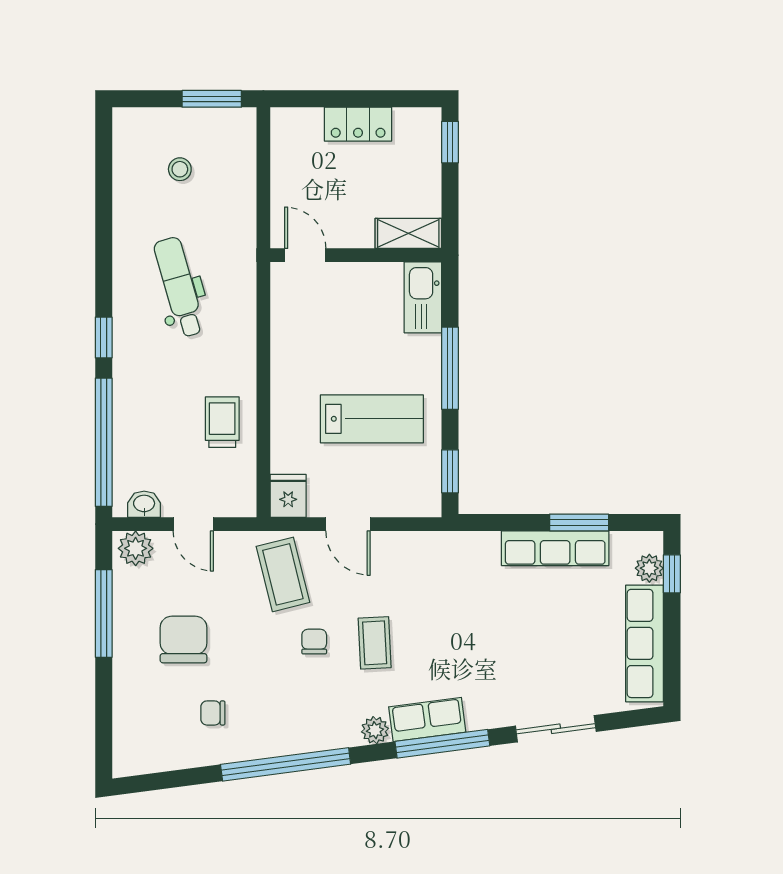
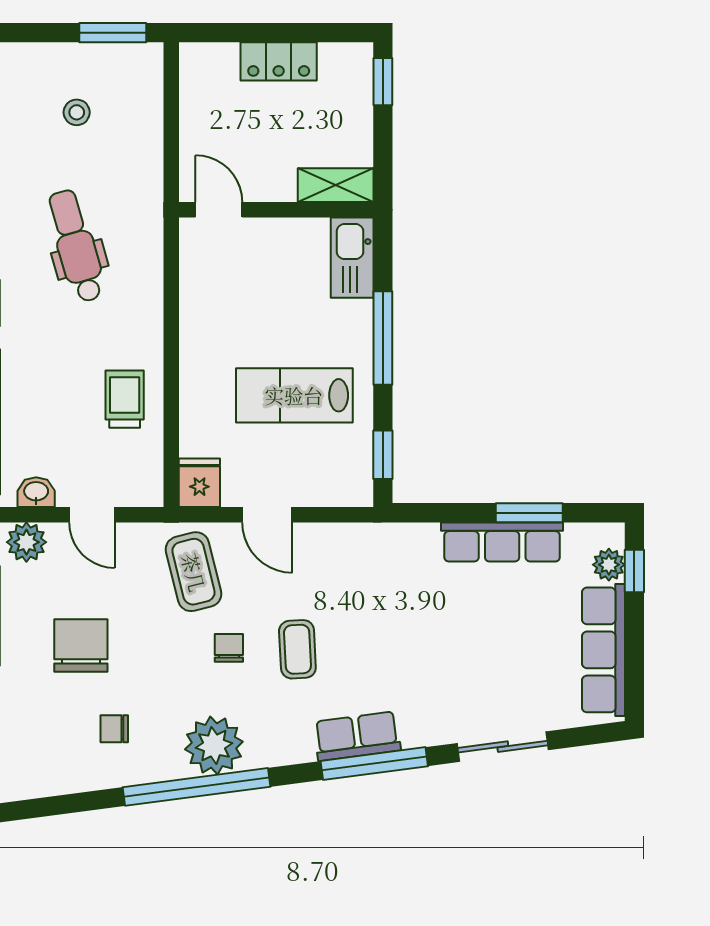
lab bench: (372, 419) -> (294, 395), turned 180
plant: (375, 730) -> (214, 745), moved, width x1.88, depth x1.88

